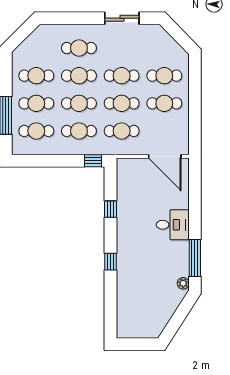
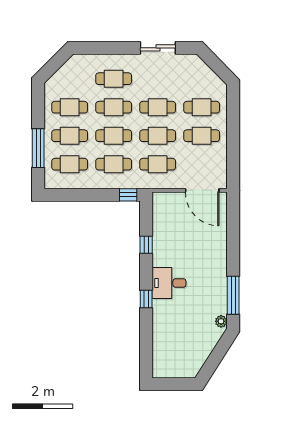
desk: (173, 225) -> (169, 283), moved, turned 180

